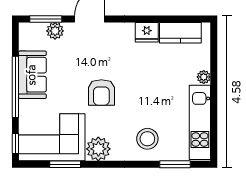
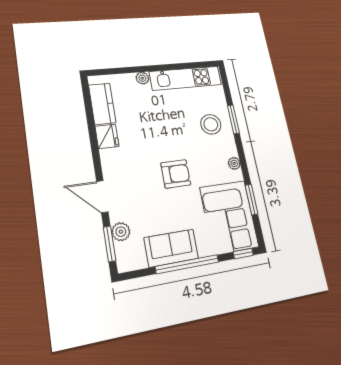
plant: (98, 149) -> (234, 163), width x0.53, depth x0.53
window: (175, 164) -> (233, 119), moved

